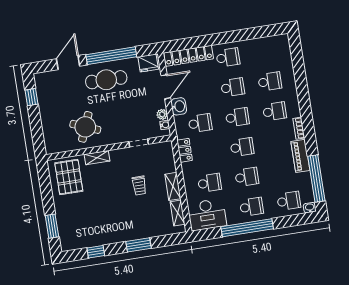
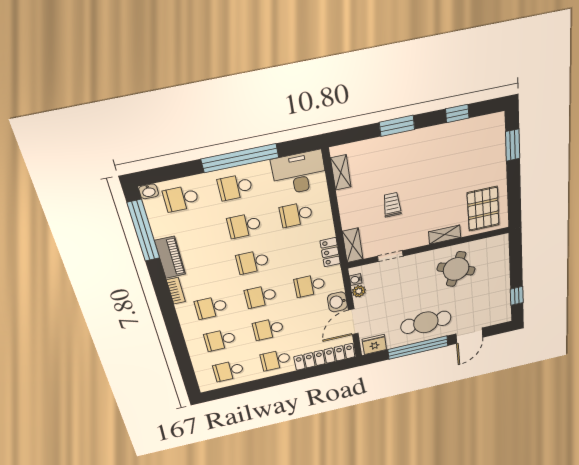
school desk: (265, 52) -> (228, 371), added
shelving: (173, 186) -> (353, 245), moved

